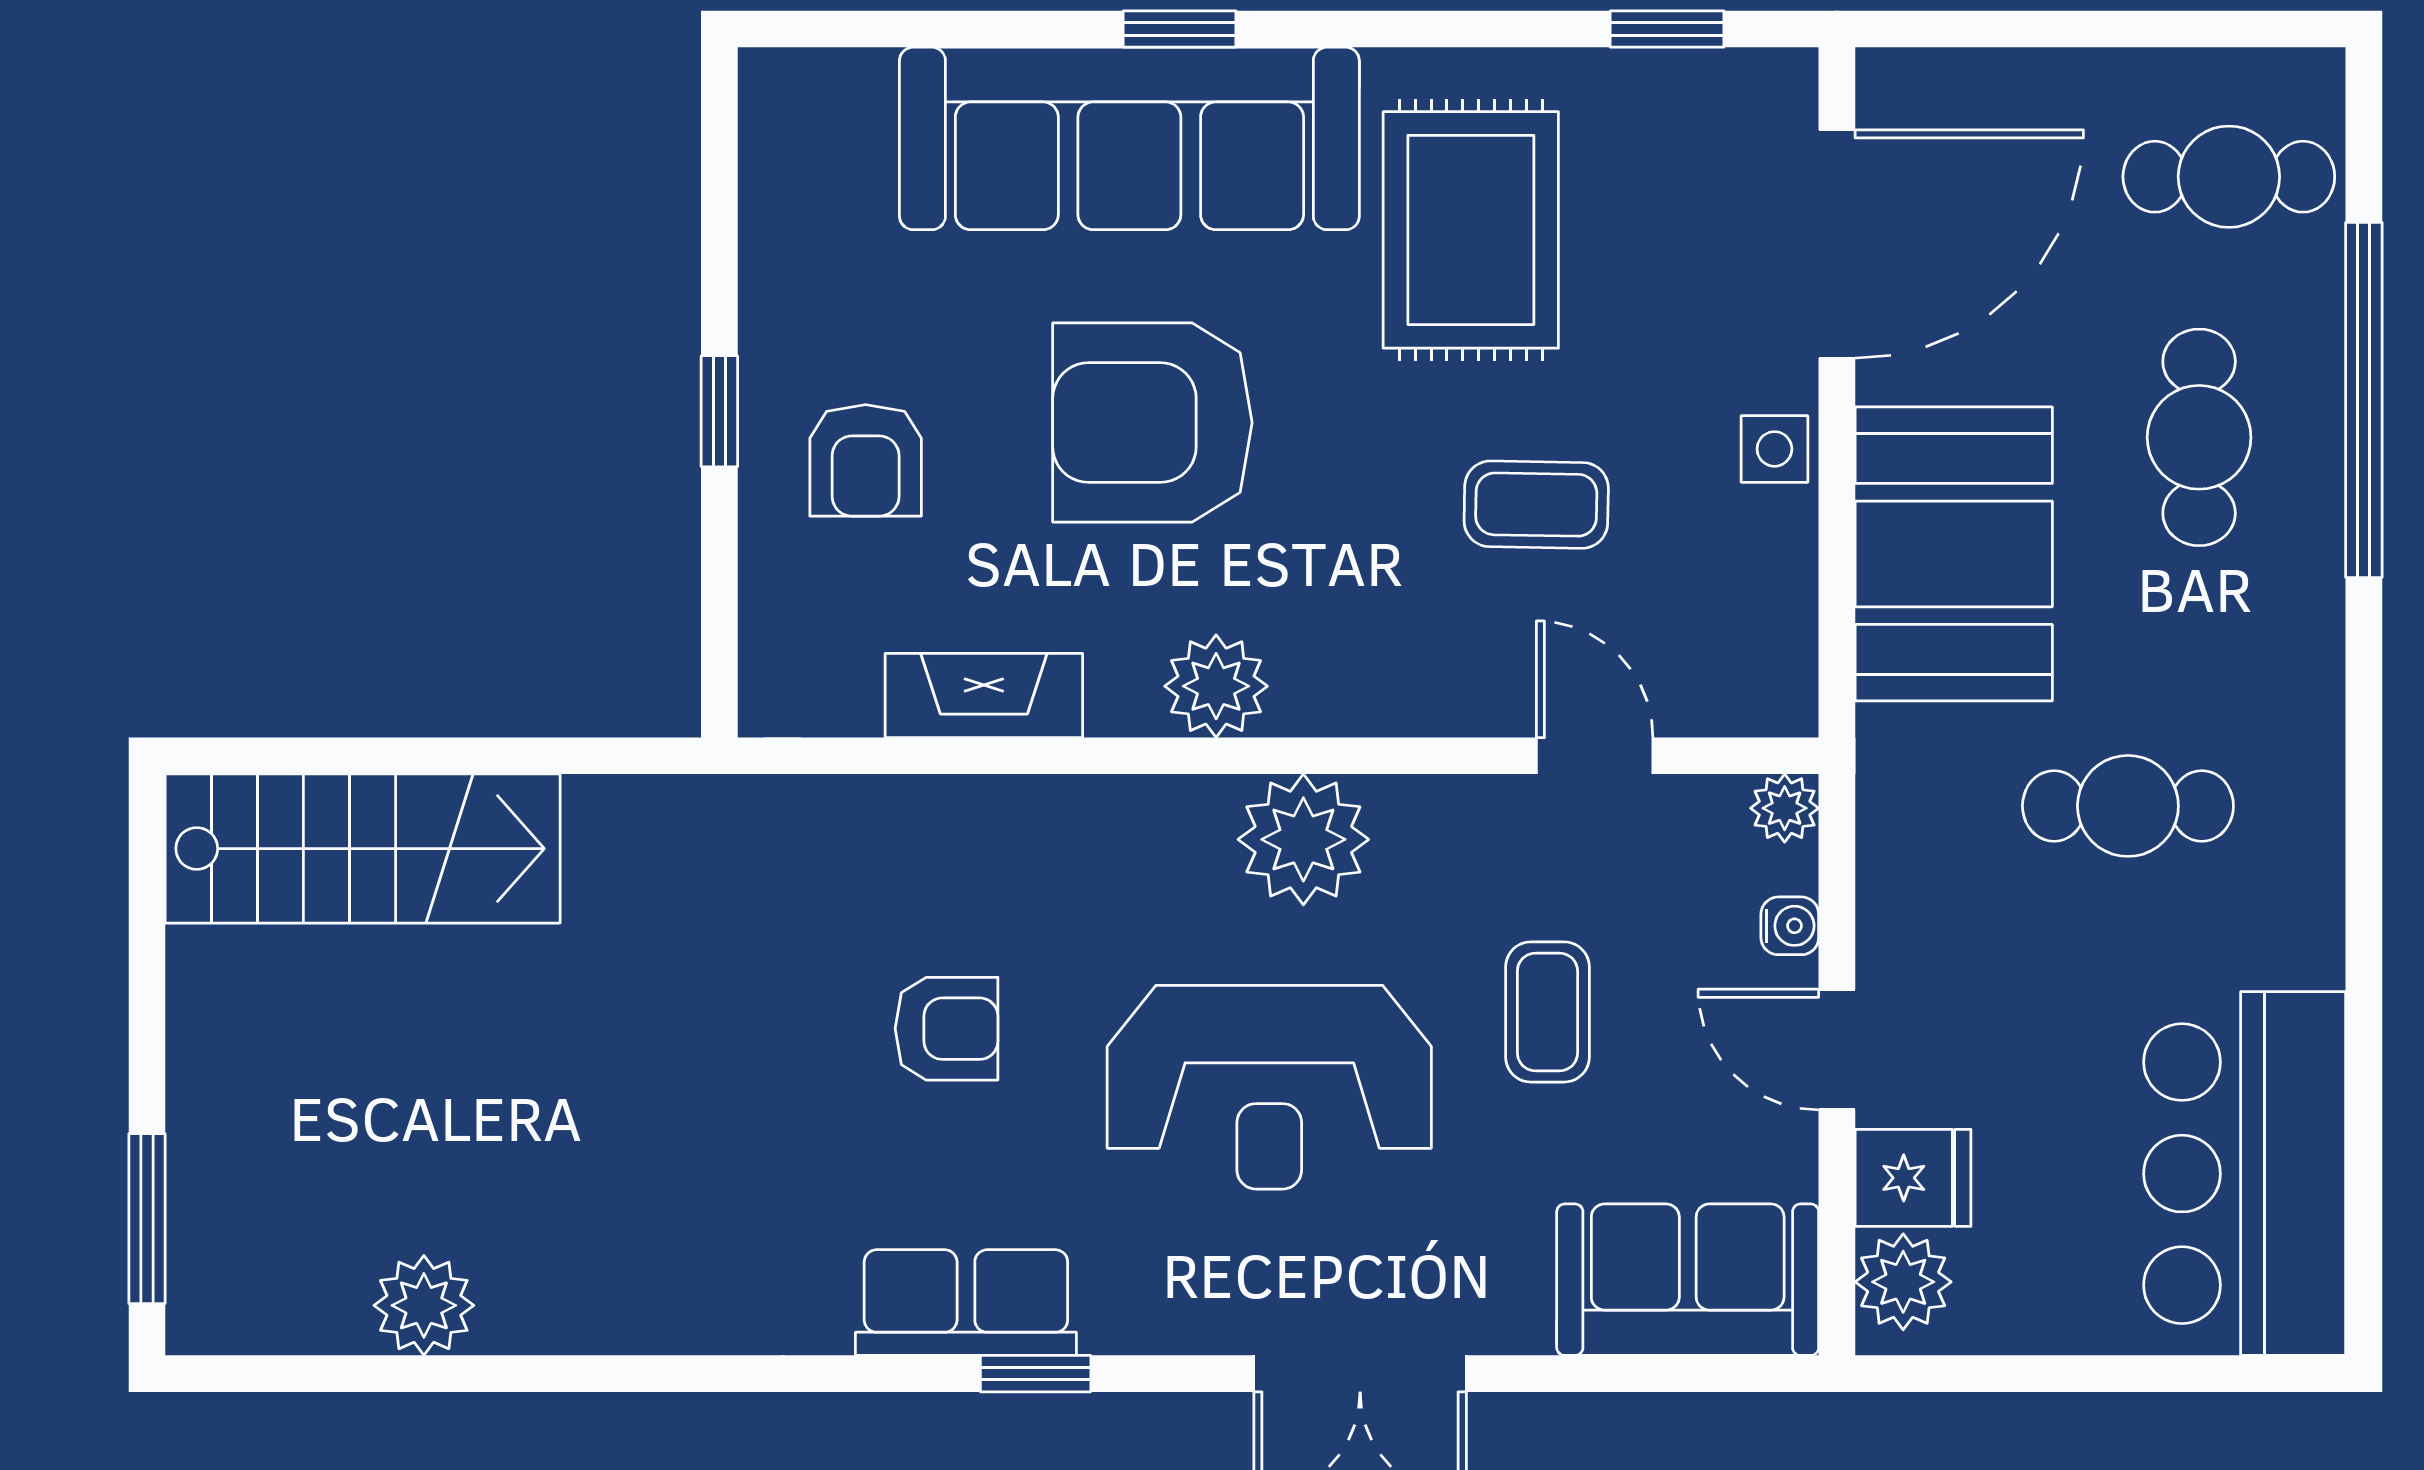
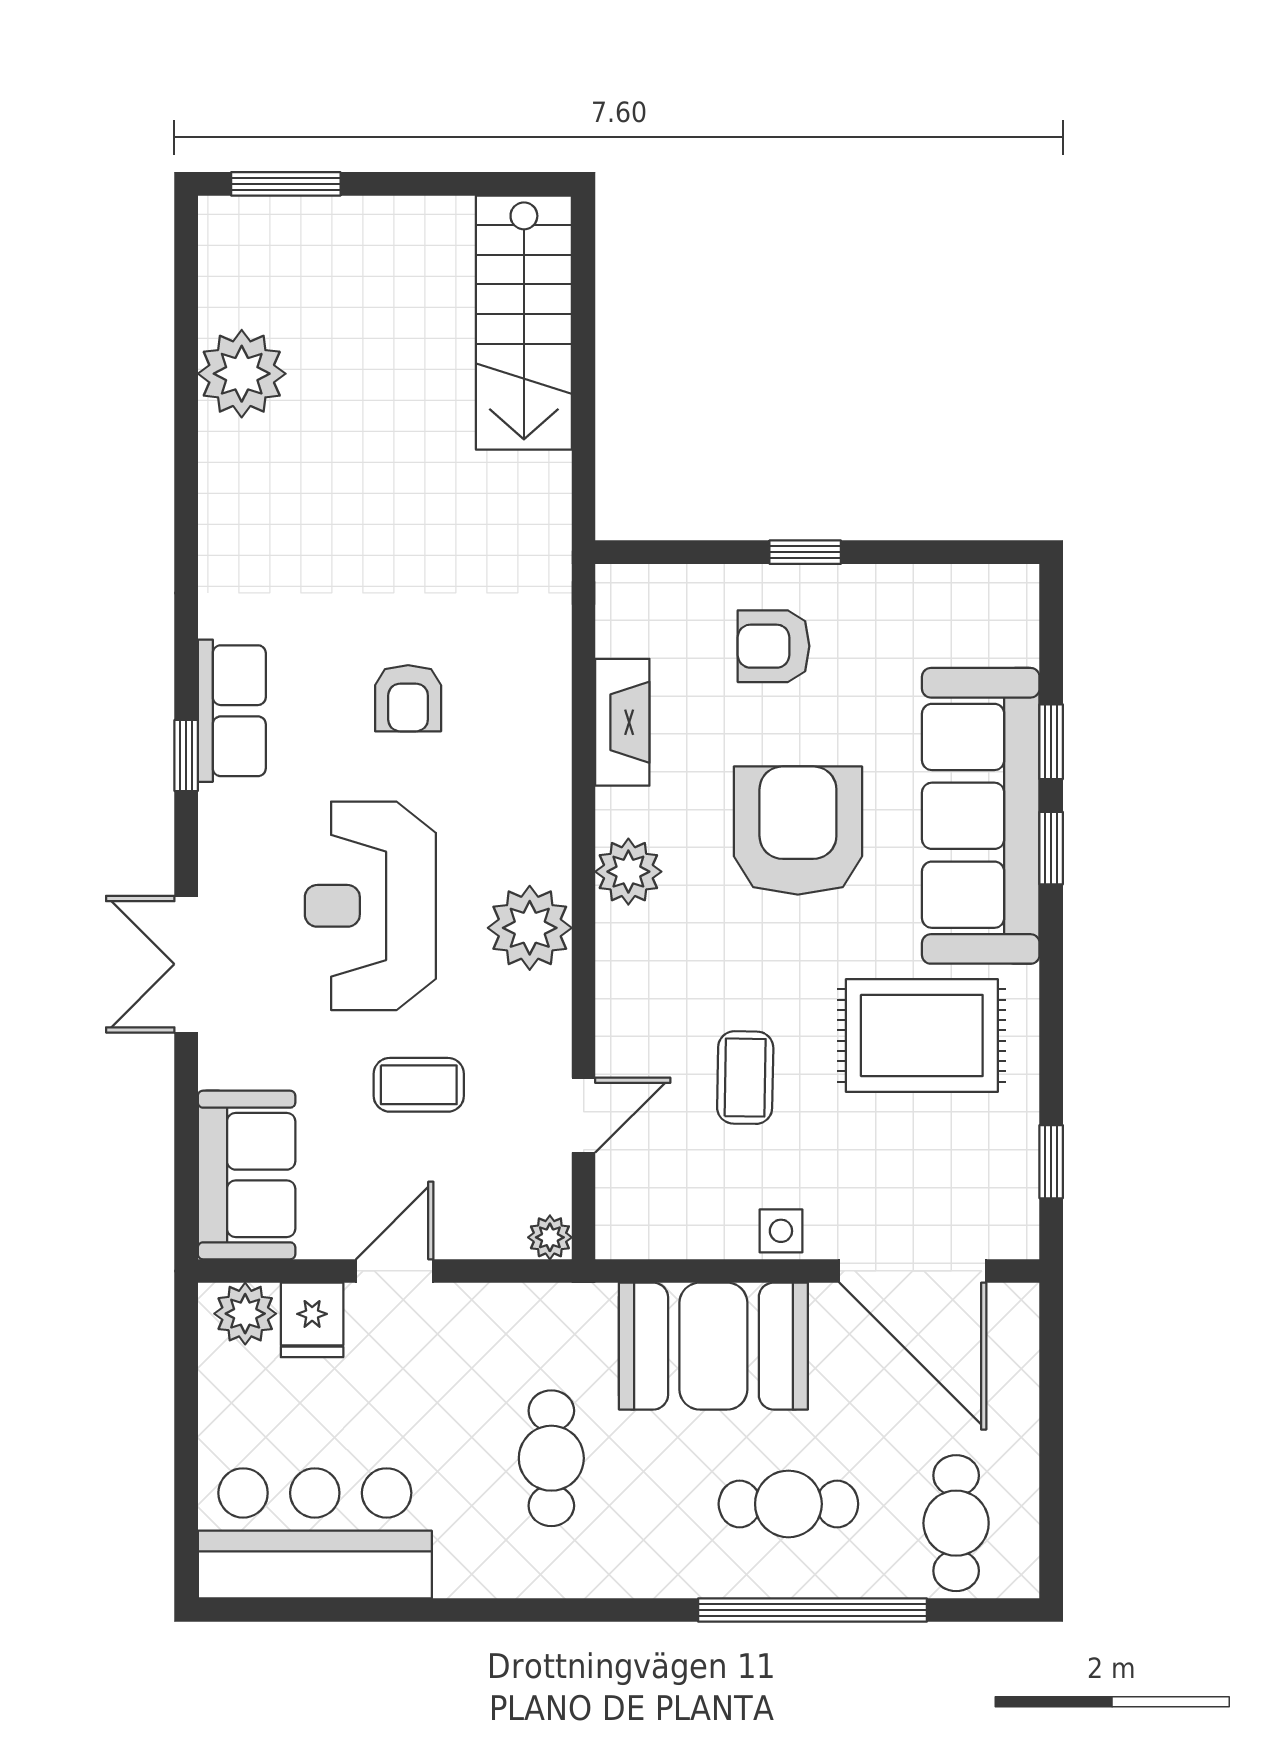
window: (1014, 29) -> (1051, 742), added
water cooler: (1790, 926) -> (474, 1241), removed
plant: (424, 1305) -> (242, 374), width x1.36, depth x1.36

